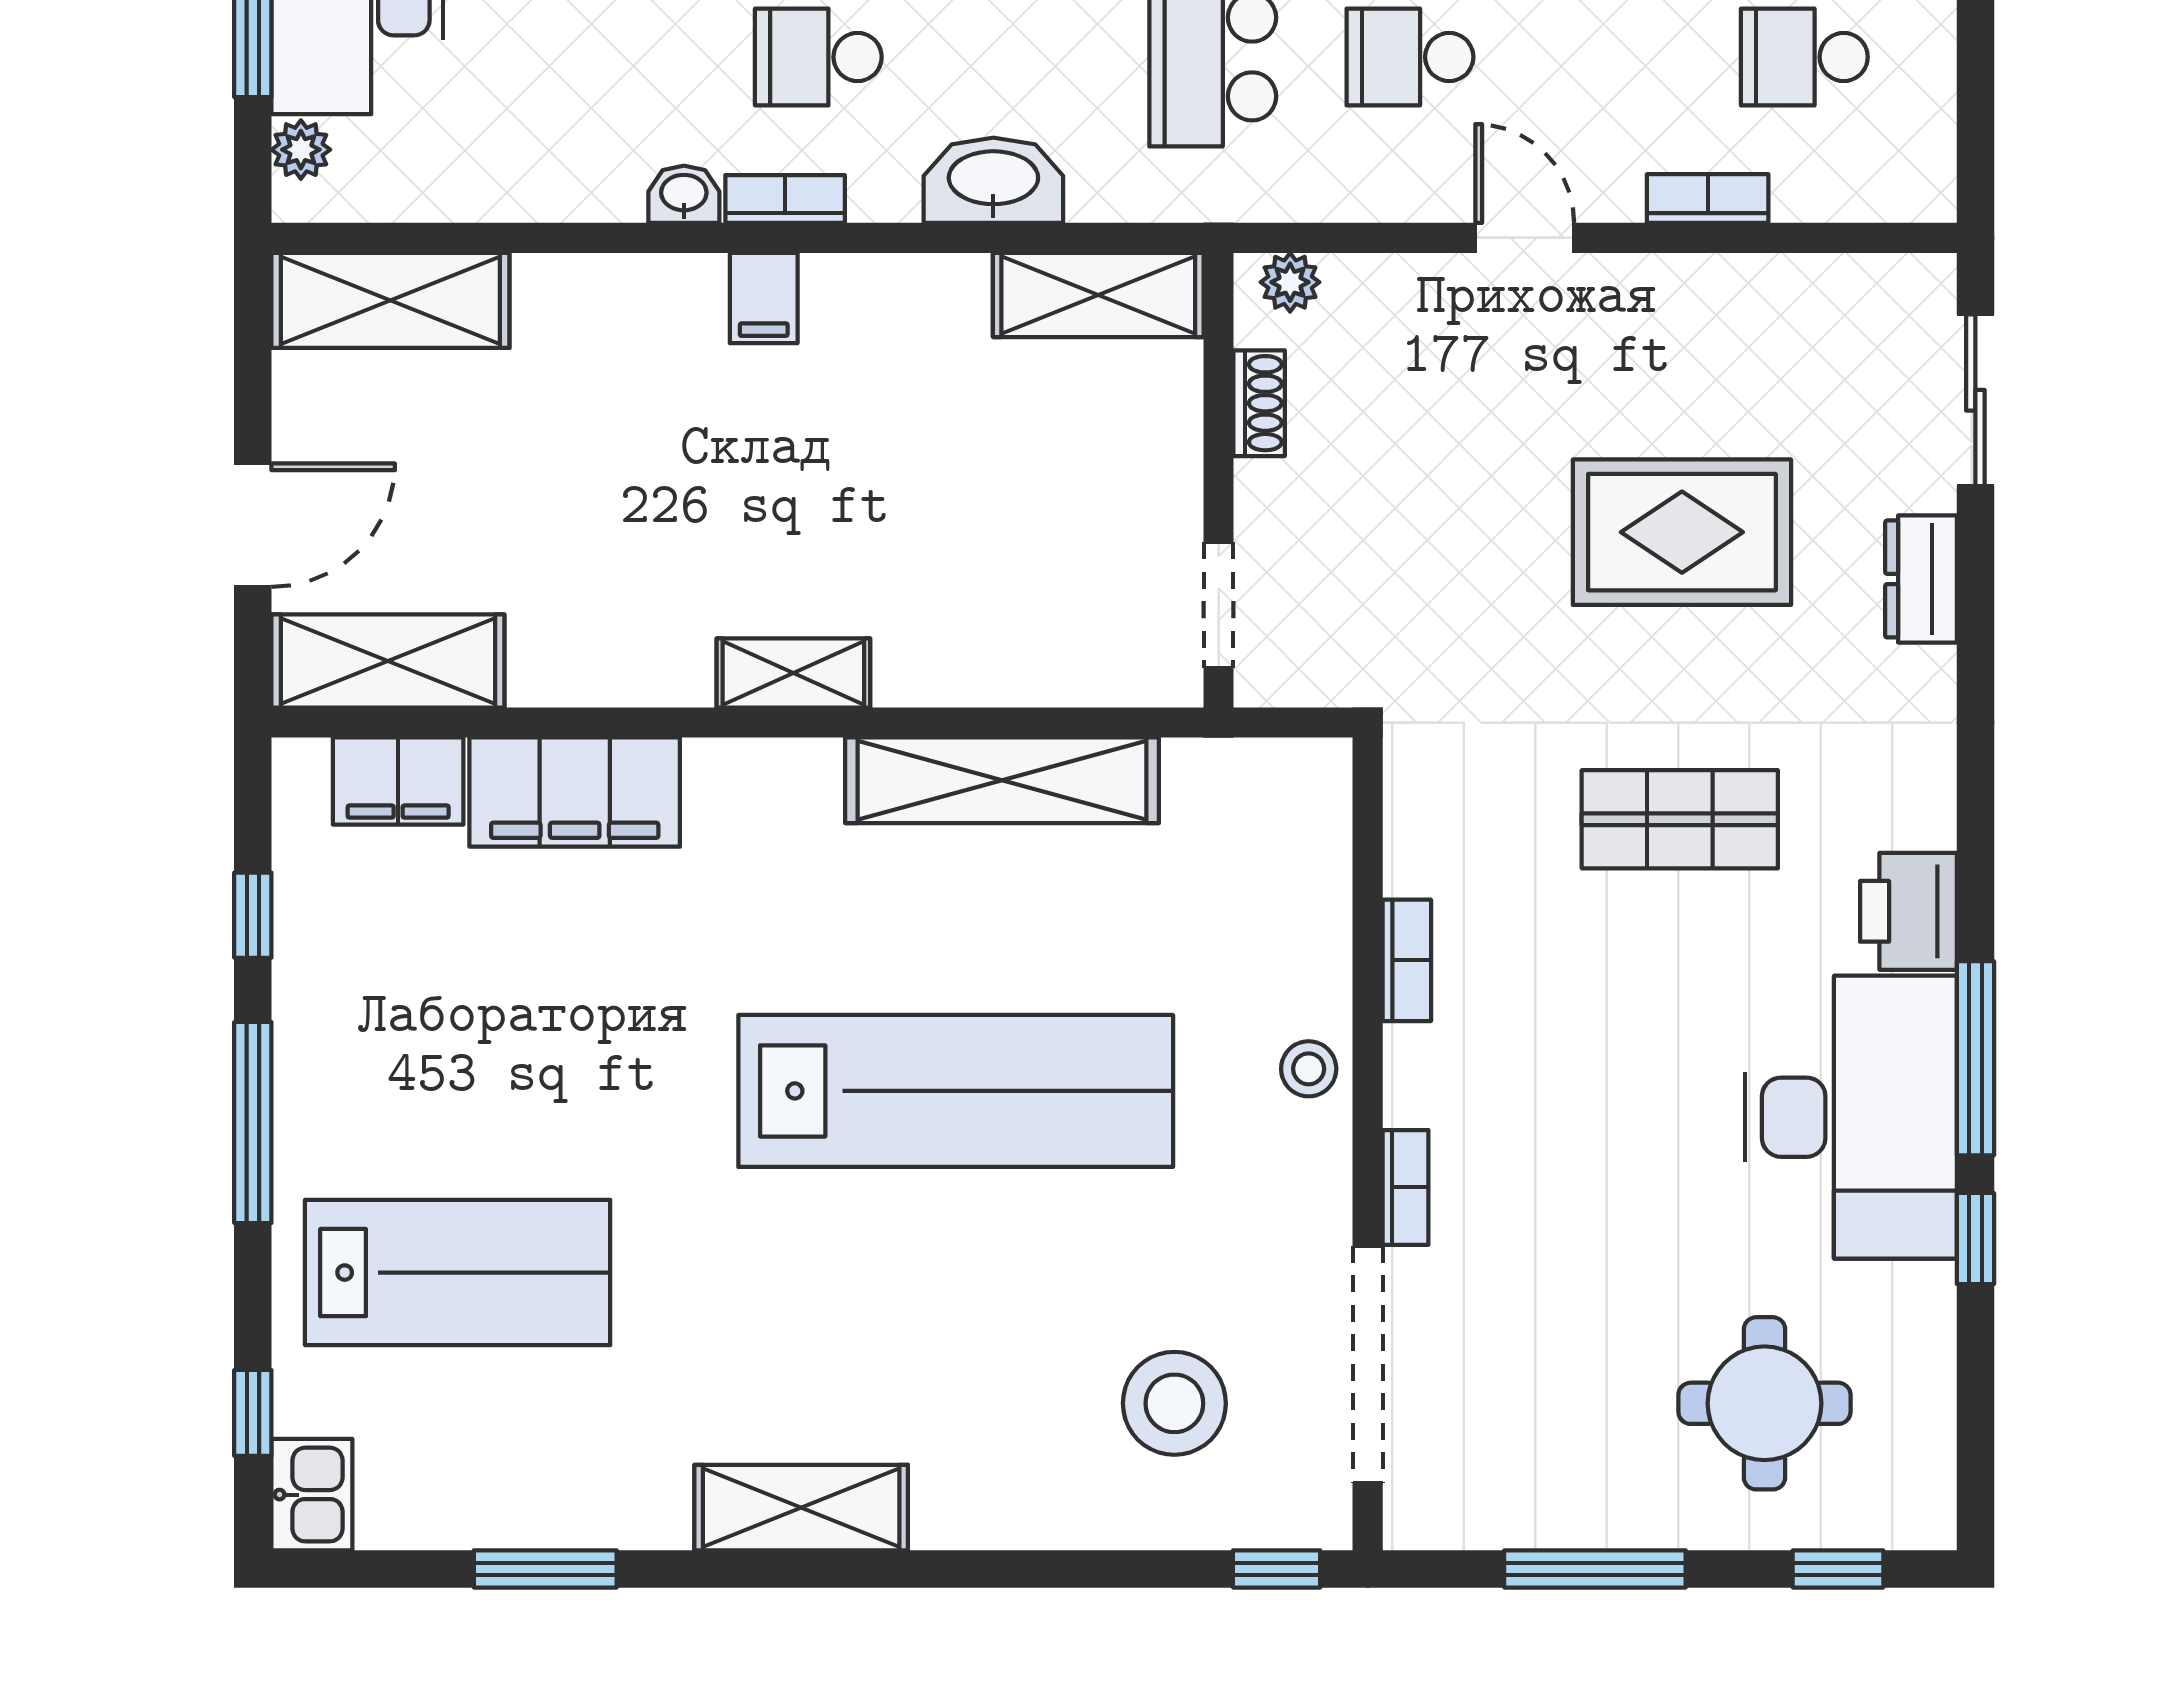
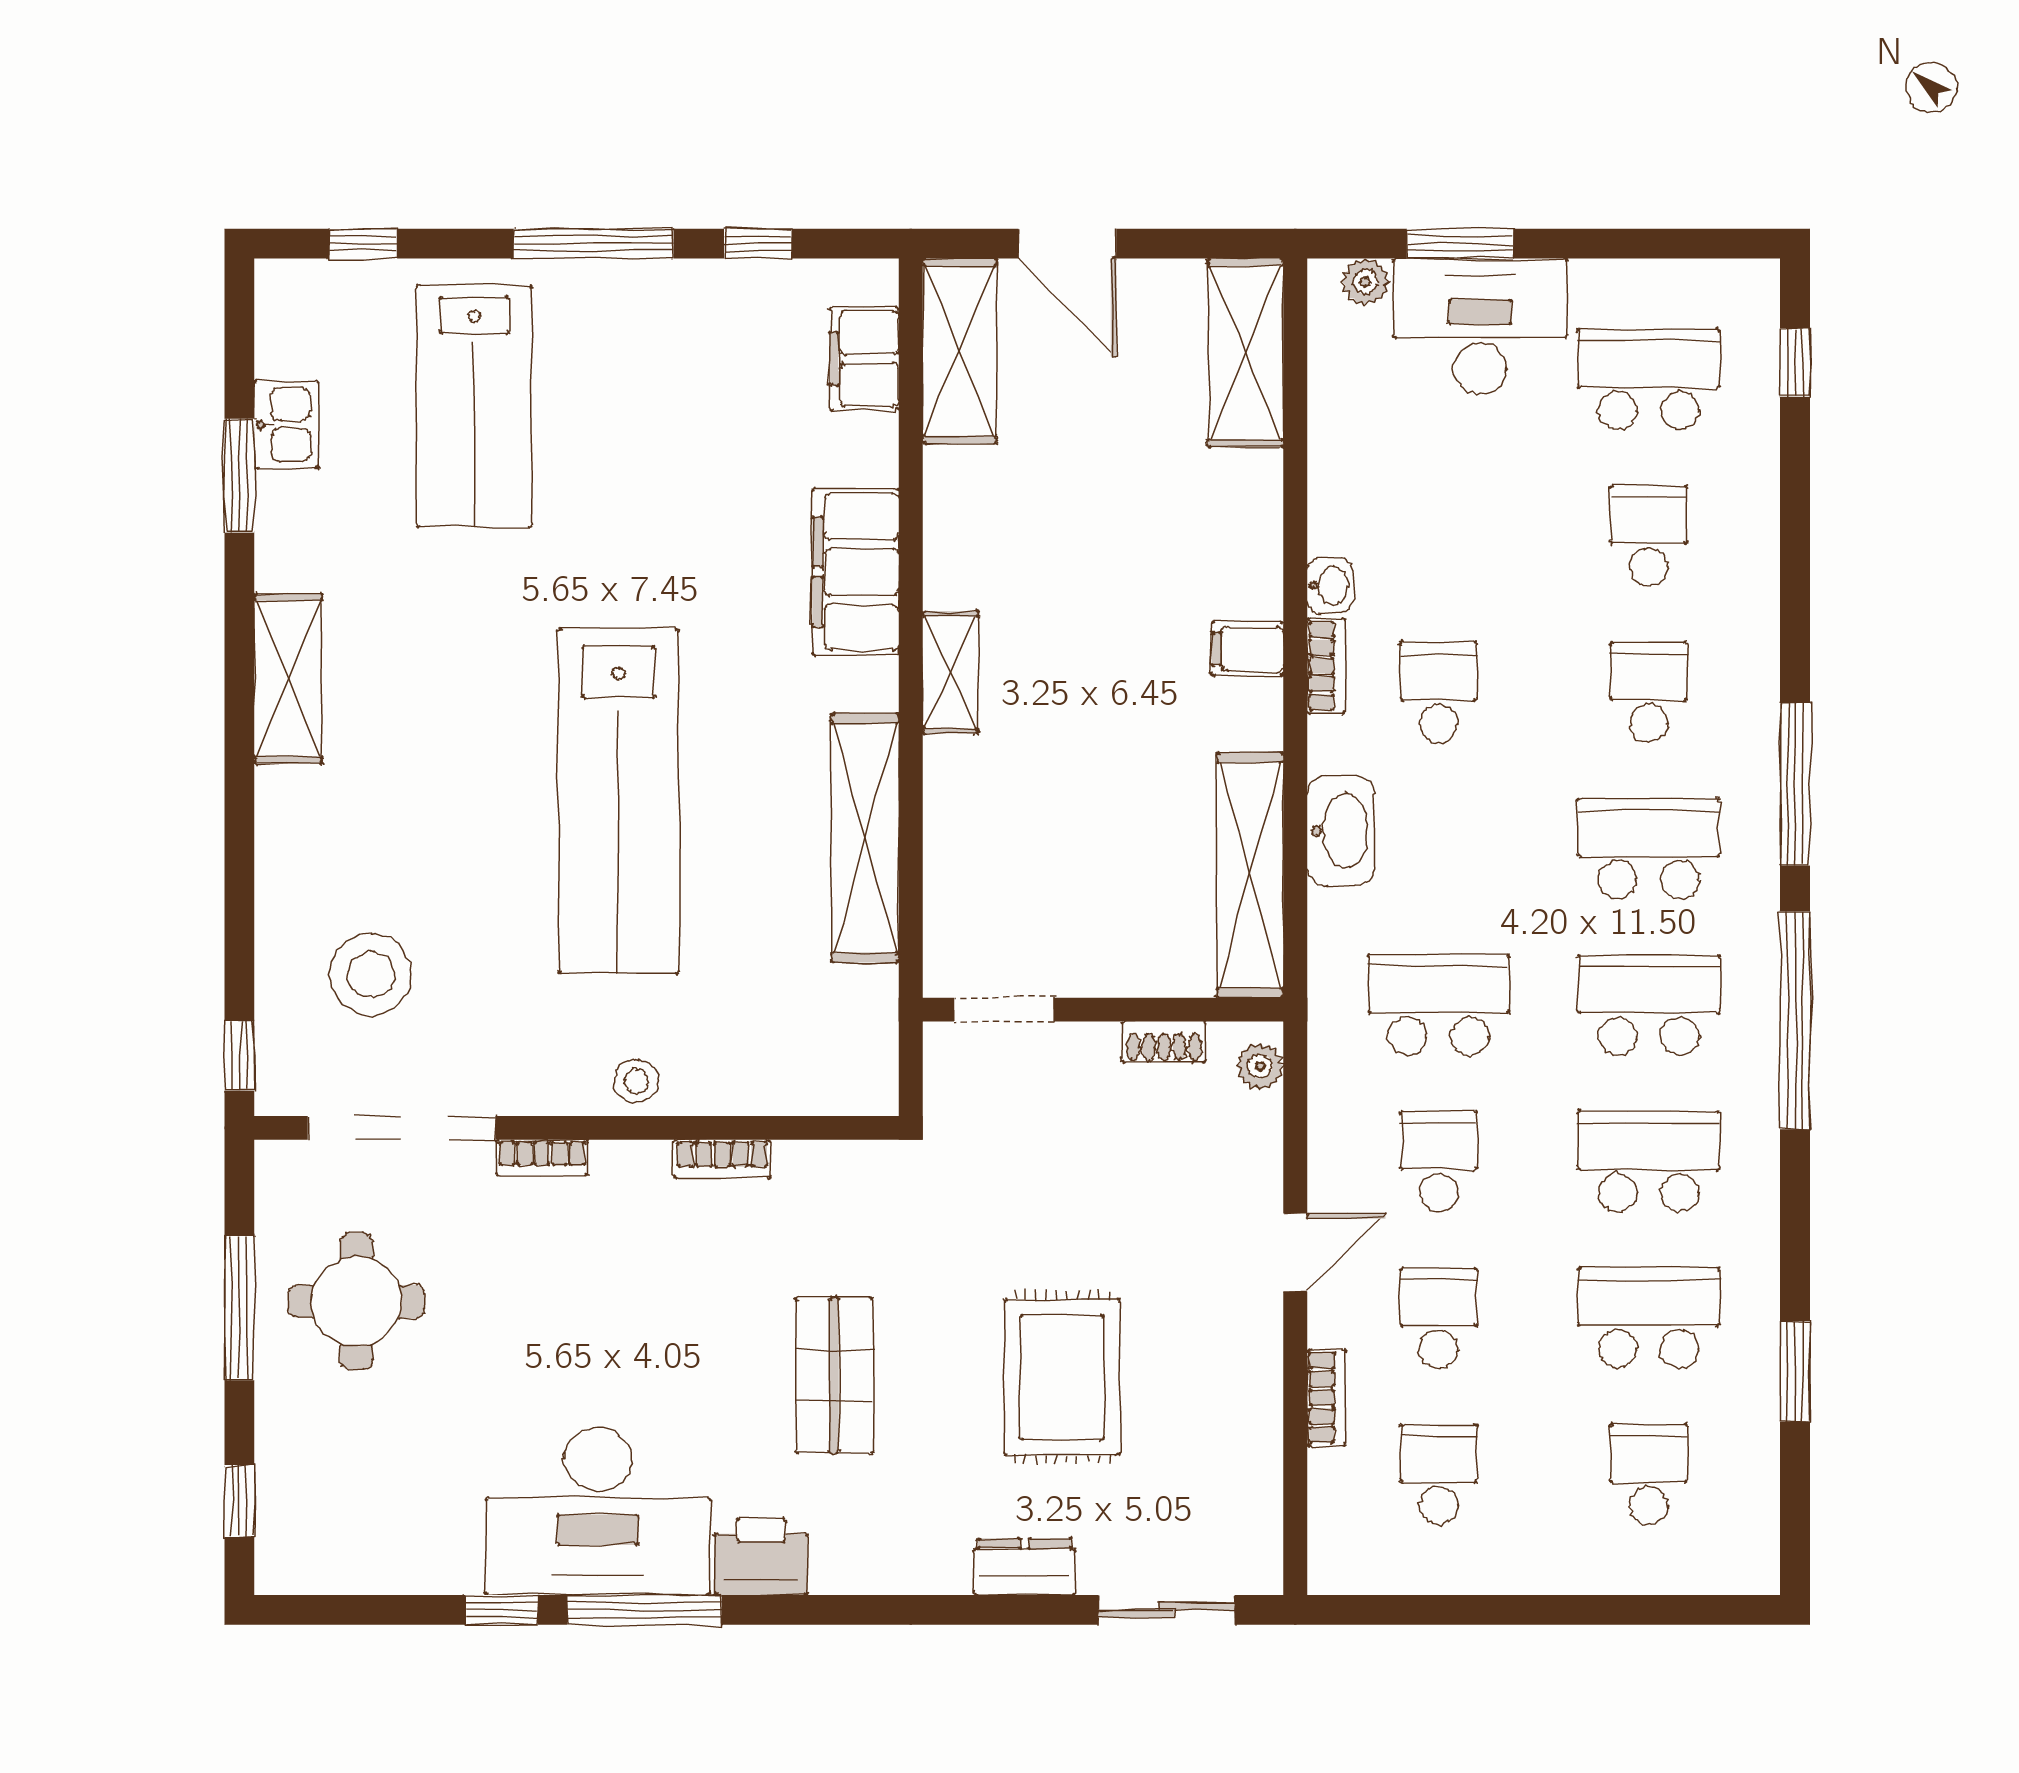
school desk: (1607, 57) -> (1439, 1318), added
shelving: (1098, 295) -> (1250, 875), width x1.47
filing cabinet: (575, 792) -> (856, 572), moved
round table: (1764, 1403) -> (356, 1301), moved
kitchen sink: (312, 1495) -> (286, 425), moved, turned -90

